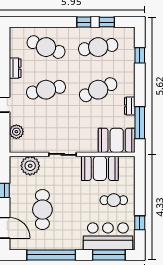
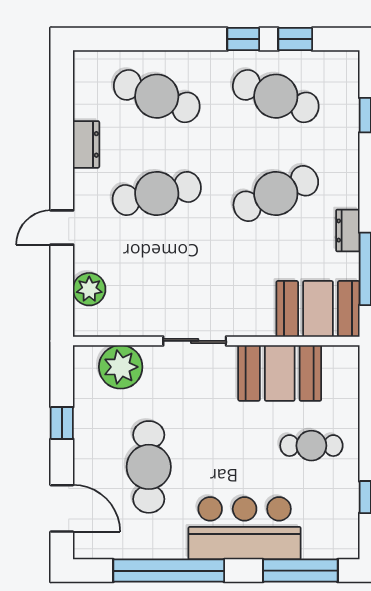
cafe table: (98, 47) -> (276, 96), turned 30
bar counter: (108, 236) -> (245, 528), moved

